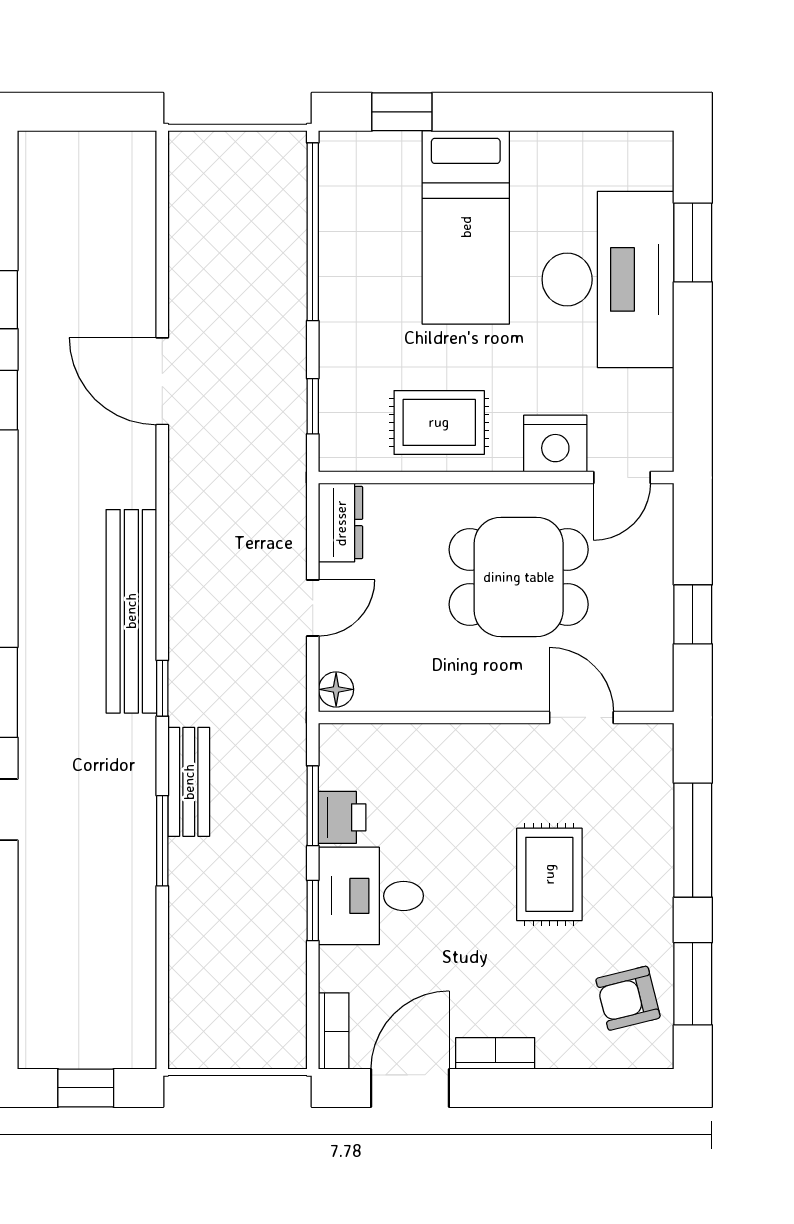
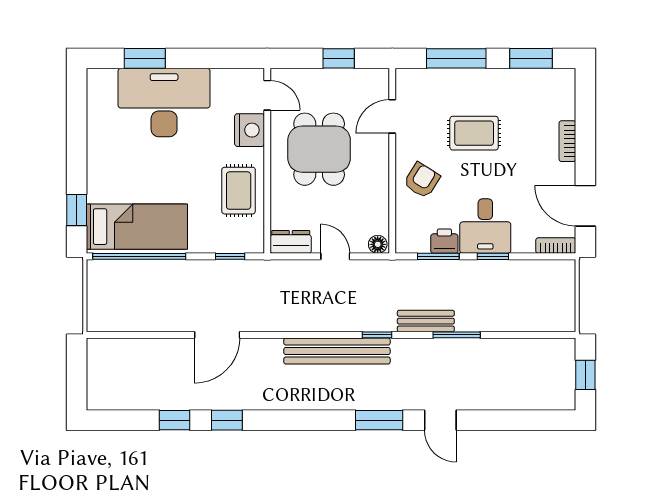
bed: (466, 227) -> (137, 227), moved
armchair: (628, 998) -> (422, 180), moved, turned -134
bookcase: (495, 1053) -> (567, 141), moved

